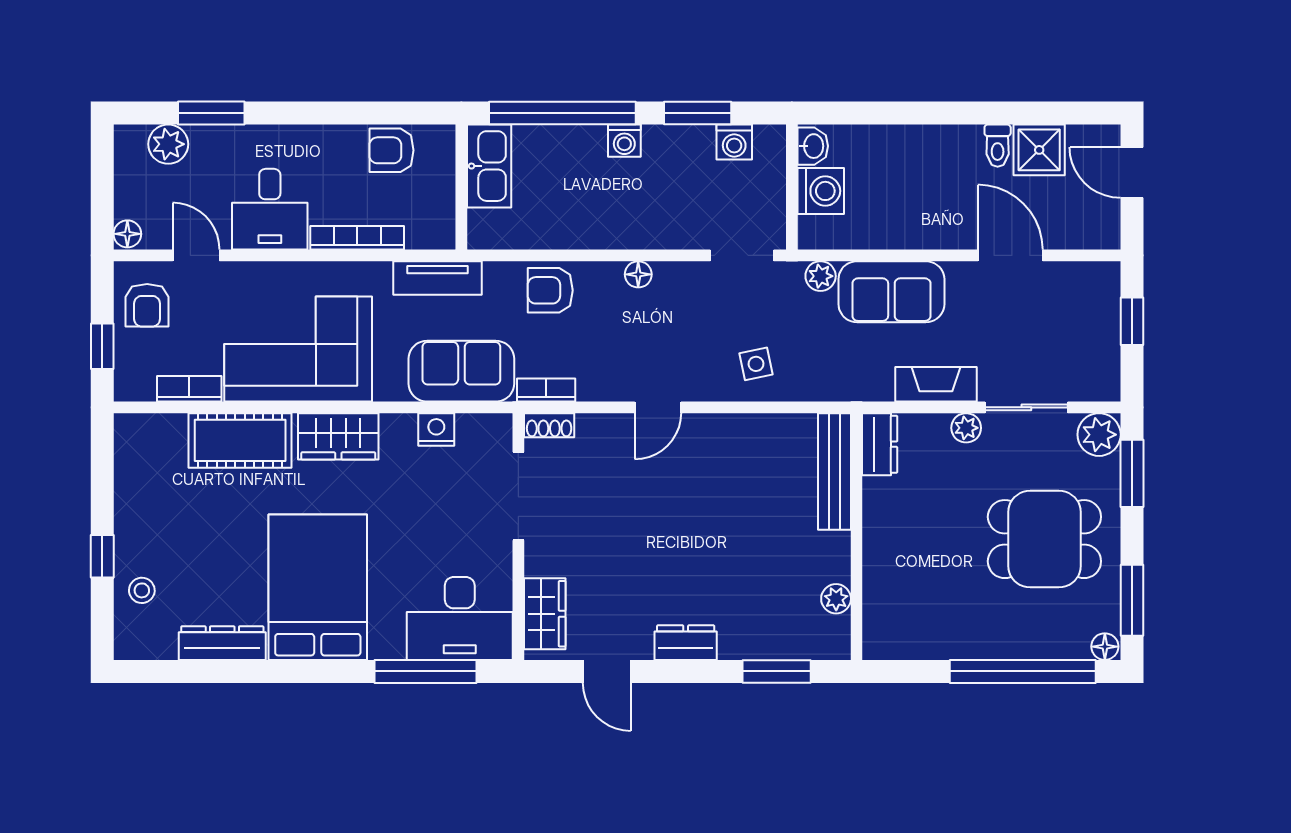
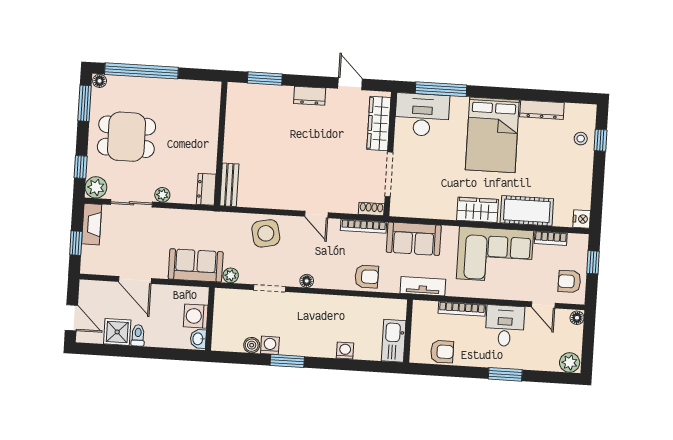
window: (211, 113) -> (505, 374), moved
window: (562, 113) -> (355, 365), removed
boiler: (771, 140) -> (252, 345), added
washing machine: (624, 141) -> (345, 351), moved
plant: (168, 144) -> (570, 363), moved
washbasin: (813, 146) -> (198, 339), moved
wall: (792, 187) -> (210, 319), moved
washing machine: (821, 191) -> (196, 316), moved
floor lamp: (638, 274) -> (307, 281), moved
armchair: (147, 305) -> (569, 281), turned -90
side table: (756, 364) -> (266, 233), width x1.87, depth x1.87
fireplace: (936, 384) -> (92, 224), moved, turned -90
bookcase: (546, 390) -> (364, 226), width x1.56
door: (658, 407) -> (316, 215), swing flipped
nightstand: (436, 429) -> (582, 219), moved, turned -90
bench: (834, 471) -> (229, 185), width x0.73
window: (1132, 473) -> (81, 167), width x0.67
window: (102, 556) -> (600, 140), moved
plant: (836, 599) -> (233, 113), removed
wardrobe: (545, 614) -> (379, 123), width x1.50

